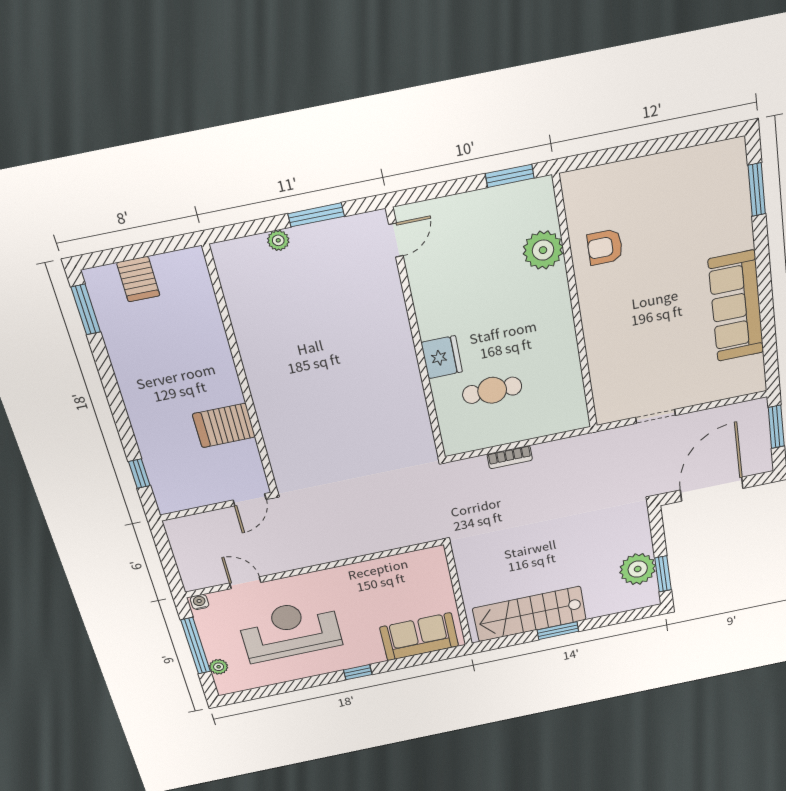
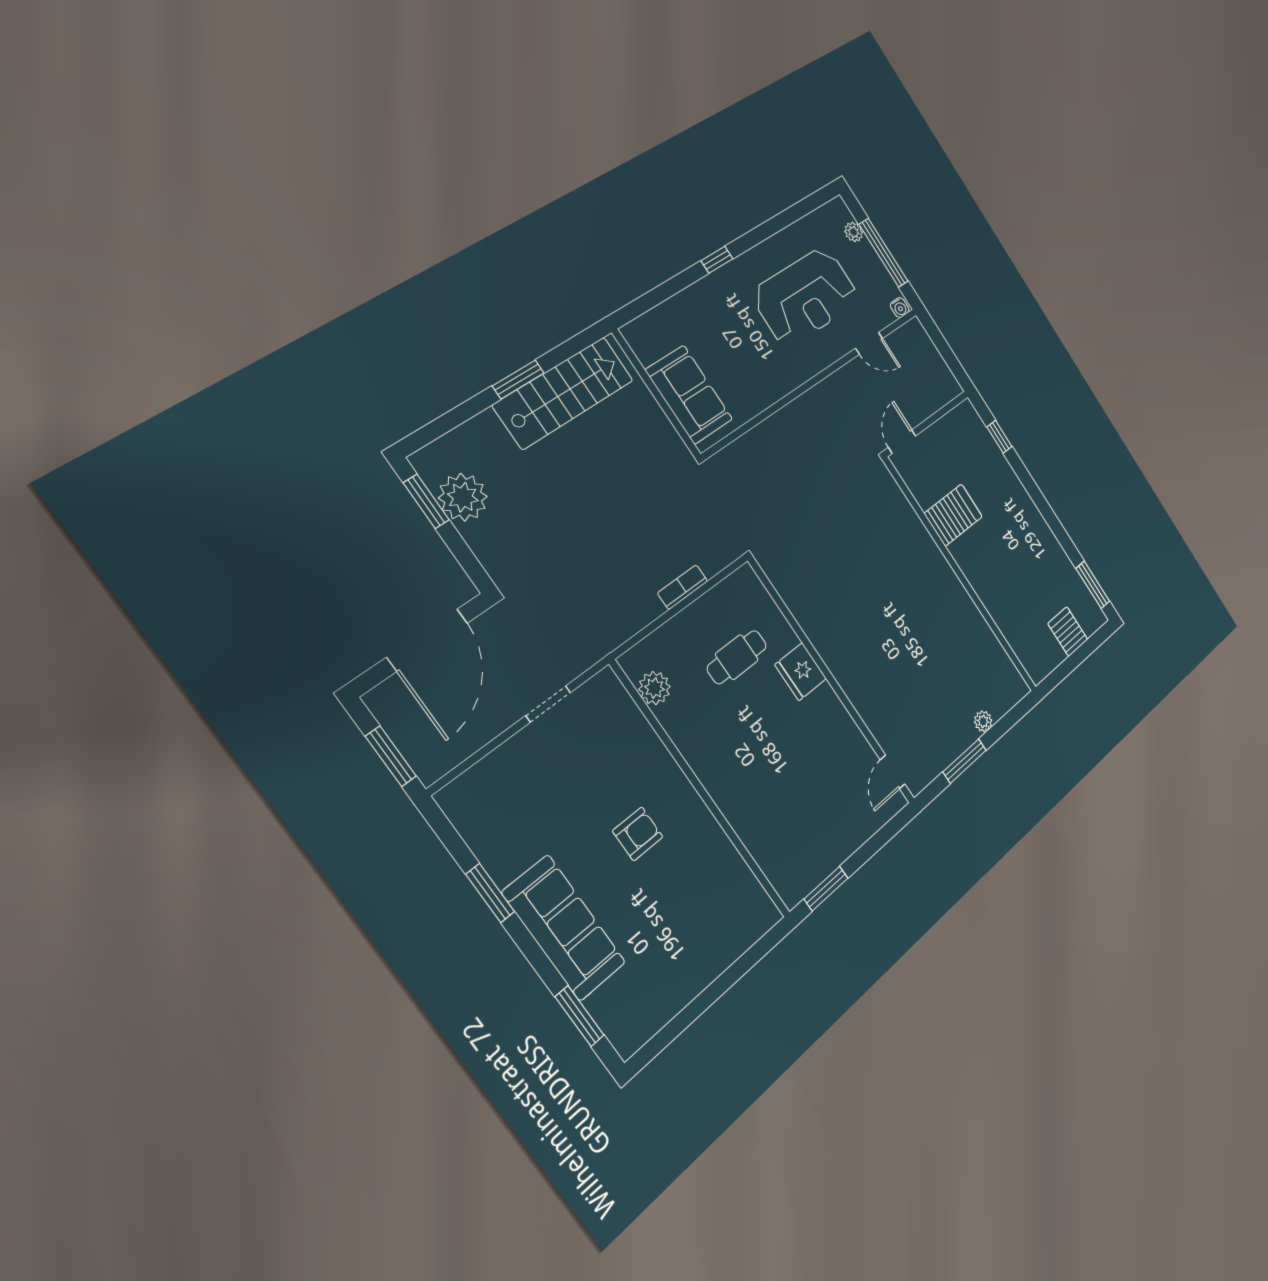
armchair: (605, 247) -> (638, 834), moved
plant: (543, 250) -> (654, 688), moved, width x0.73, depth x0.73
sofa: (736, 306) -> (564, 928), moved
window: (767, 309) -> (490, 893), added
sofa: (419, 637) -> (689, 395), moved, turned -90

